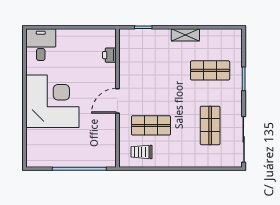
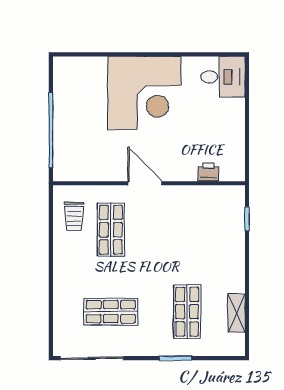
shelving: (185, 35) -> (236, 313), moved
trolley: (141, 152) -> (74, 217), turned 180

